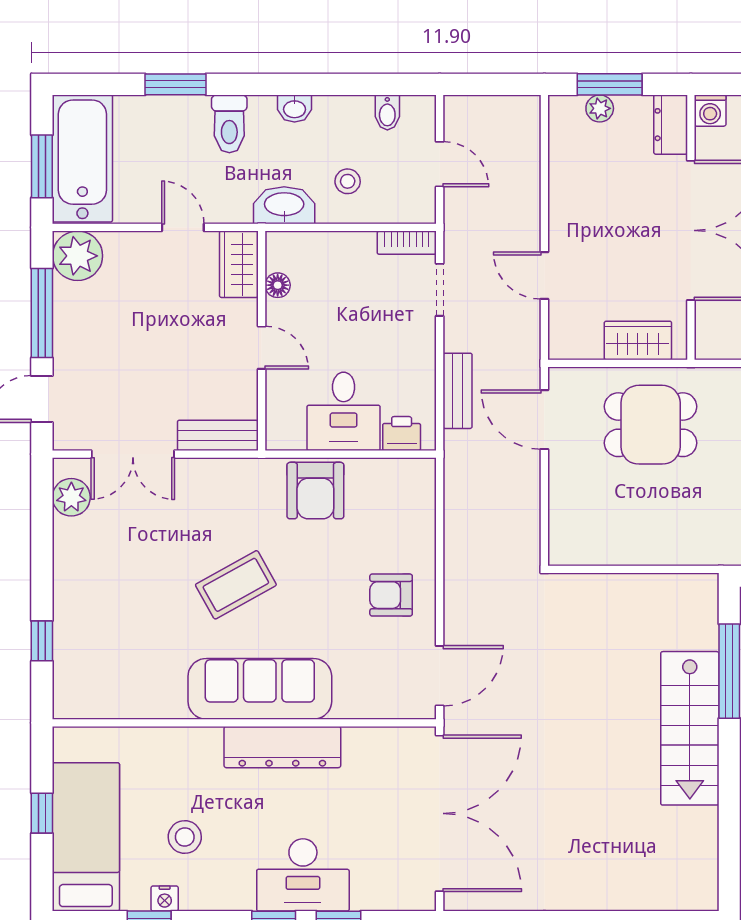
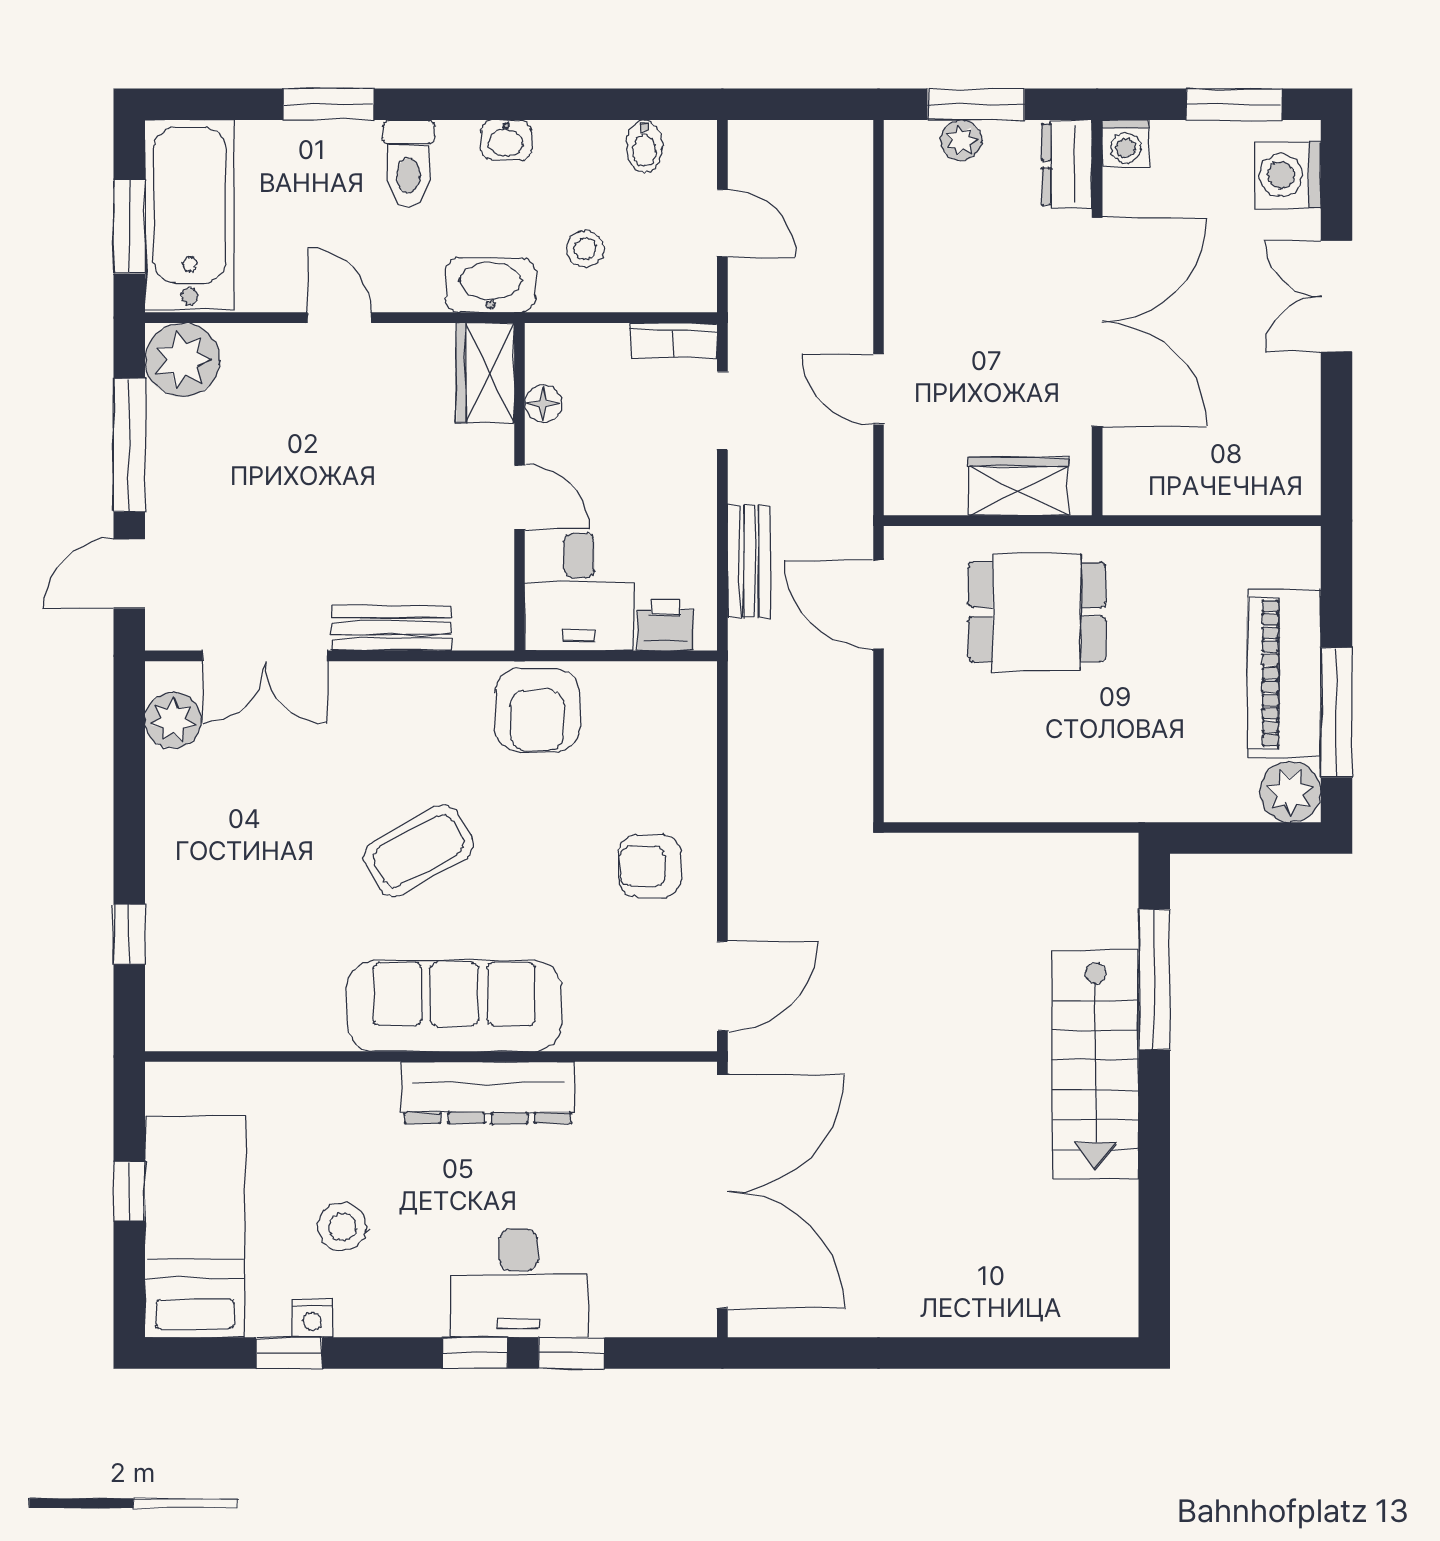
wardrobe: (239, 264) -> (485, 373), moved
floor lamp: (278, 285) -> (543, 404), moved
wall: (262, 341) -> (520, 487), moved
door: (262, 348) -> (520, 497), moved

